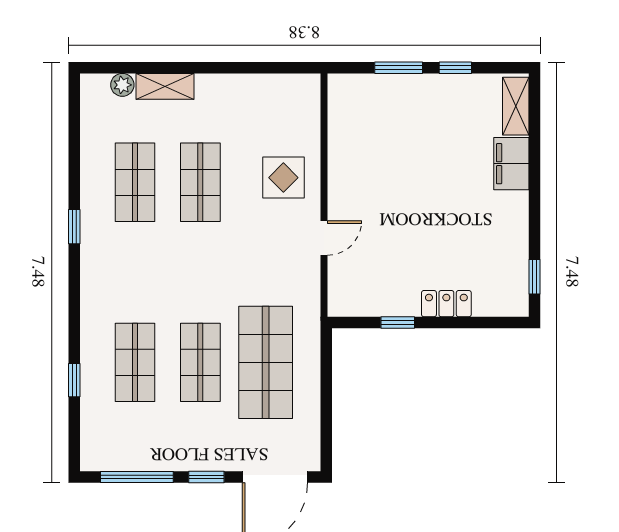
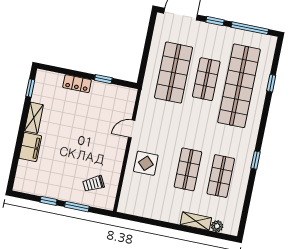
shelving: (516, 106) -> (34, 118), moved
trolley: (376, 118) -> (93, 184), added
shop shelf: (135, 362) -> (239, 86), width x2.00, depth x1.36

